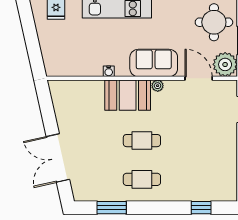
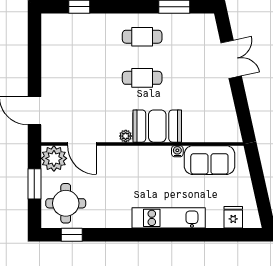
sofa: (154, 63) -> (209, 160), moved
double door: (58, 158) -> (231, 59), width x0.73

